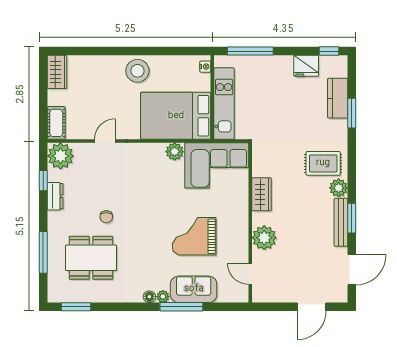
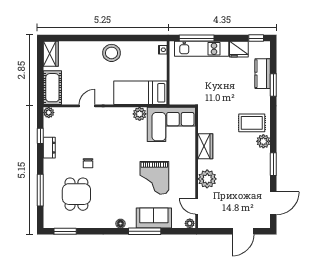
kitchen unit: (224, 104) -> (202, 49), moved, turned 90
bed: (176, 116) -> (140, 93), width x0.67
cot: (56, 123) -> (52, 88), width x1.37, depth x1.34
plant: (60, 156) -> (49, 113), width x0.53, depth x0.53
bench: (341, 222) -> (265, 167), removed
grand piano: (194, 236) -> (154, 178), turned -90
dining table: (91, 258) -> (76, 194), width x0.73
plant: (163, 297) -> (190, 223), moved

